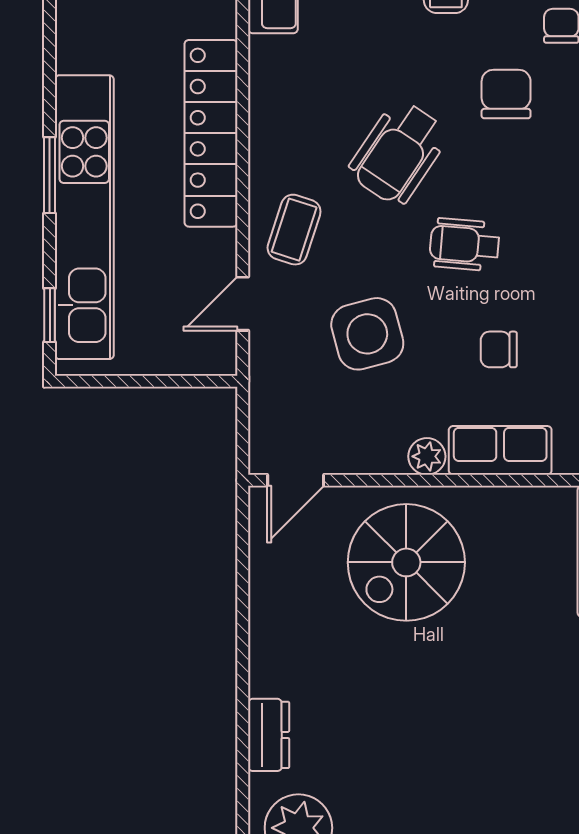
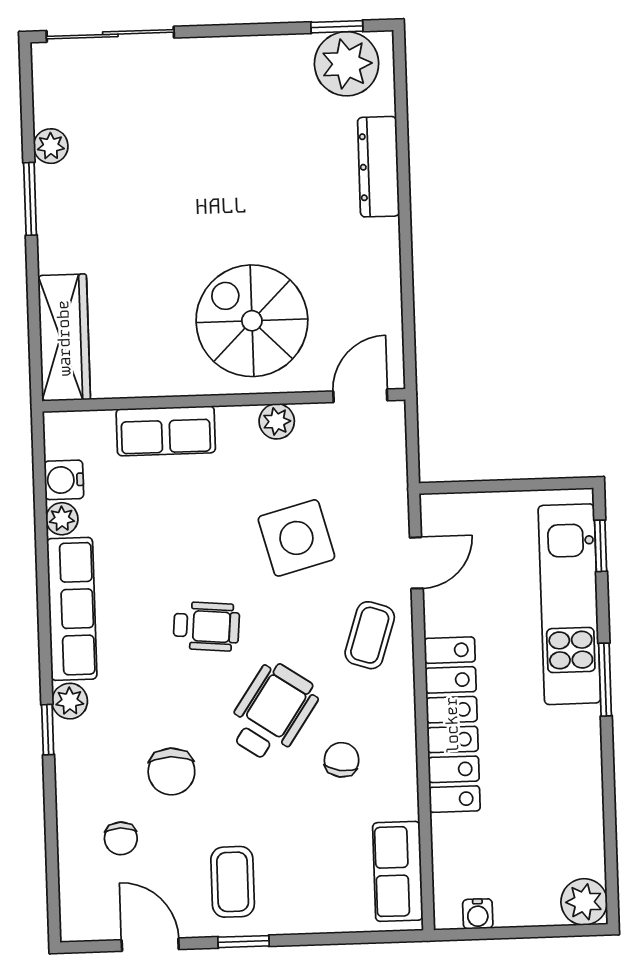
kitchen unit: (84, 217) -> (569, 604), width x0.73
chair: (499, 349) -> (342, 760), moved, turned -81
plant: (427, 456) -> (277, 421), moved
spiral stairs: (406, 562) -> (252, 321), turned -90
dresser: (269, 735) -> (378, 167), width x1.44

